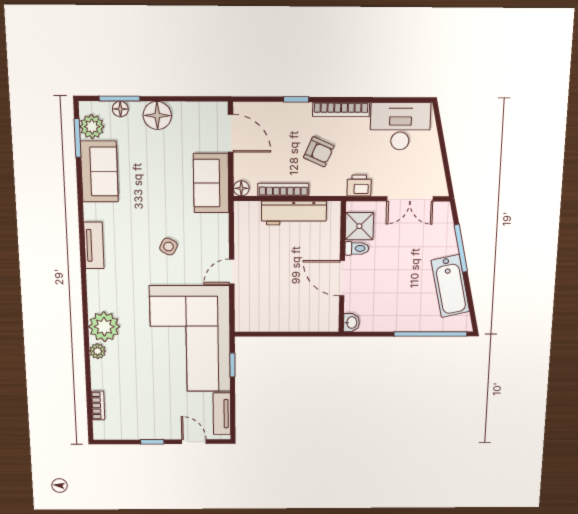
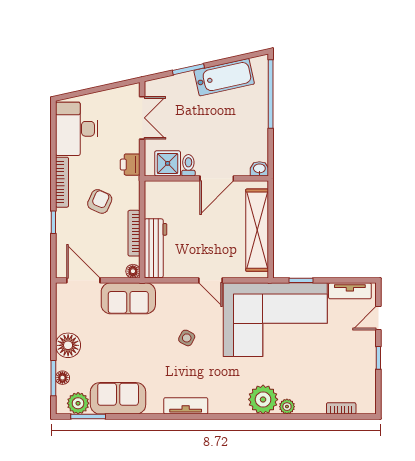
door: (231, 133) -> (83, 280), hinge flipped
workbench: (294, 213) -> (156, 248), moved
window: (461, 248) -> (188, 69), width x0.69
shelving: (286, 320) -> (257, 230), added

